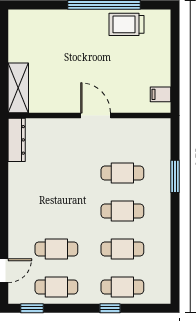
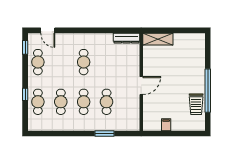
trolley: (126, 24) -> (196, 104), turned 180
filing cabinet: (161, 94) -> (166, 125), moved
cafe table: (56, 249) -> (84, 62), moved

